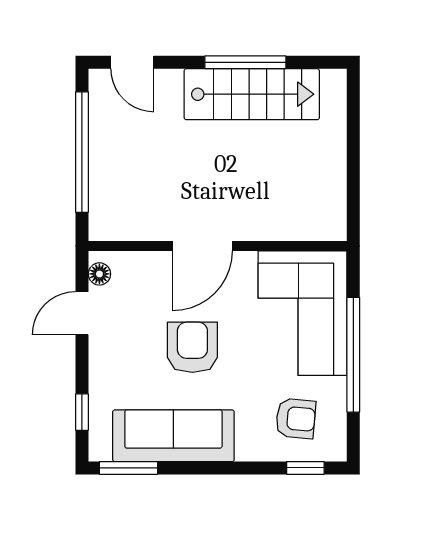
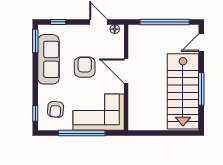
stairs: (252, 94) -> (183, 91), width x1.36, depth x1.51
armchair: (192, 347) -> (85, 67), turned -90

